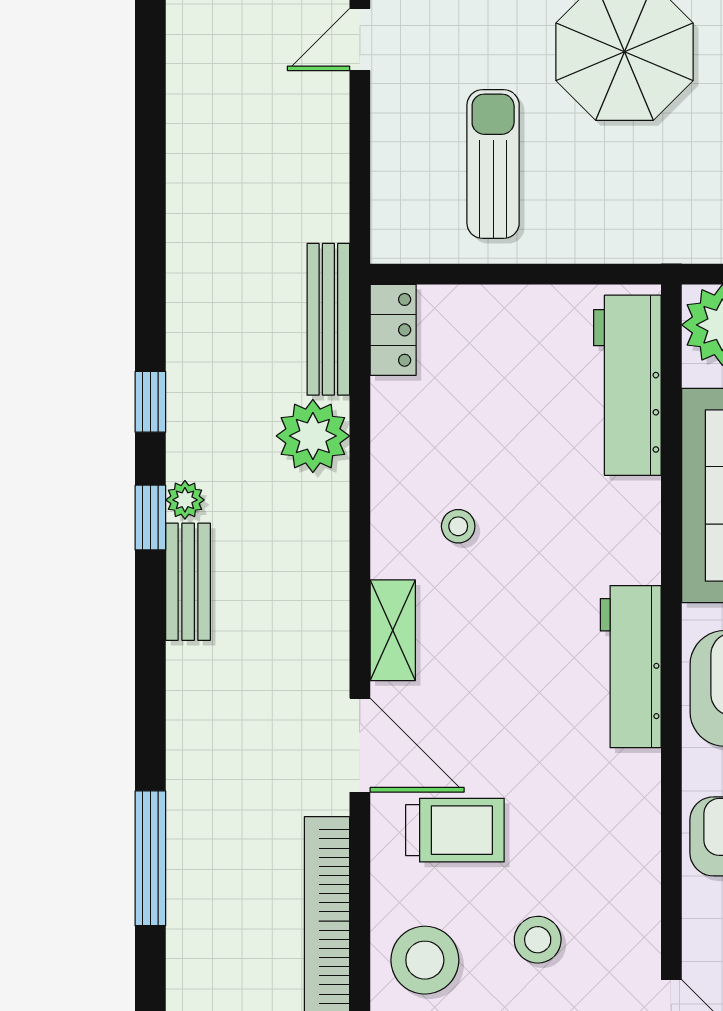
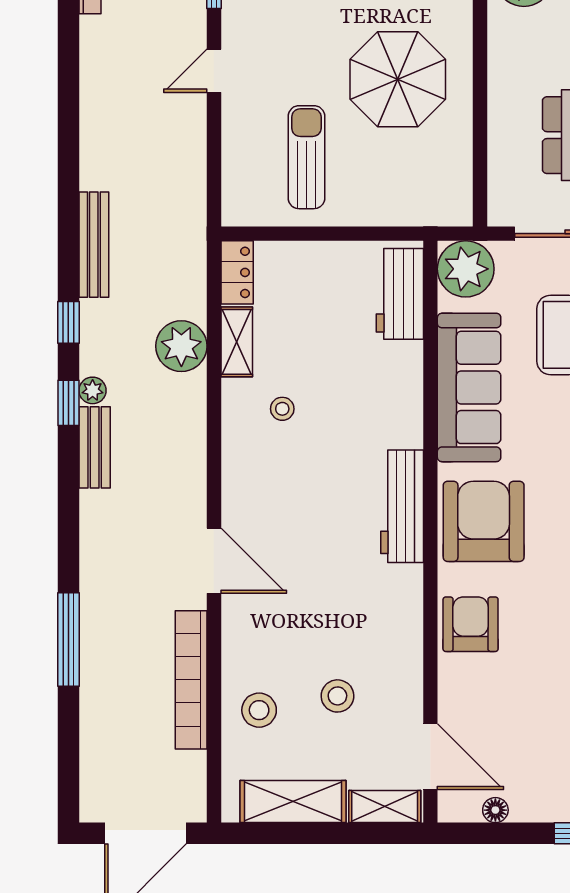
bench: (328, 319) -> (94, 245), moved
workbench: (627, 385) -> (400, 294), width x0.73
shelving: (393, 630) -> (237, 342), moved
trolley: (455, 830) -> (280, 620), removed
stool: (425, 960) -> (259, 710), width x0.73, depth x0.73

